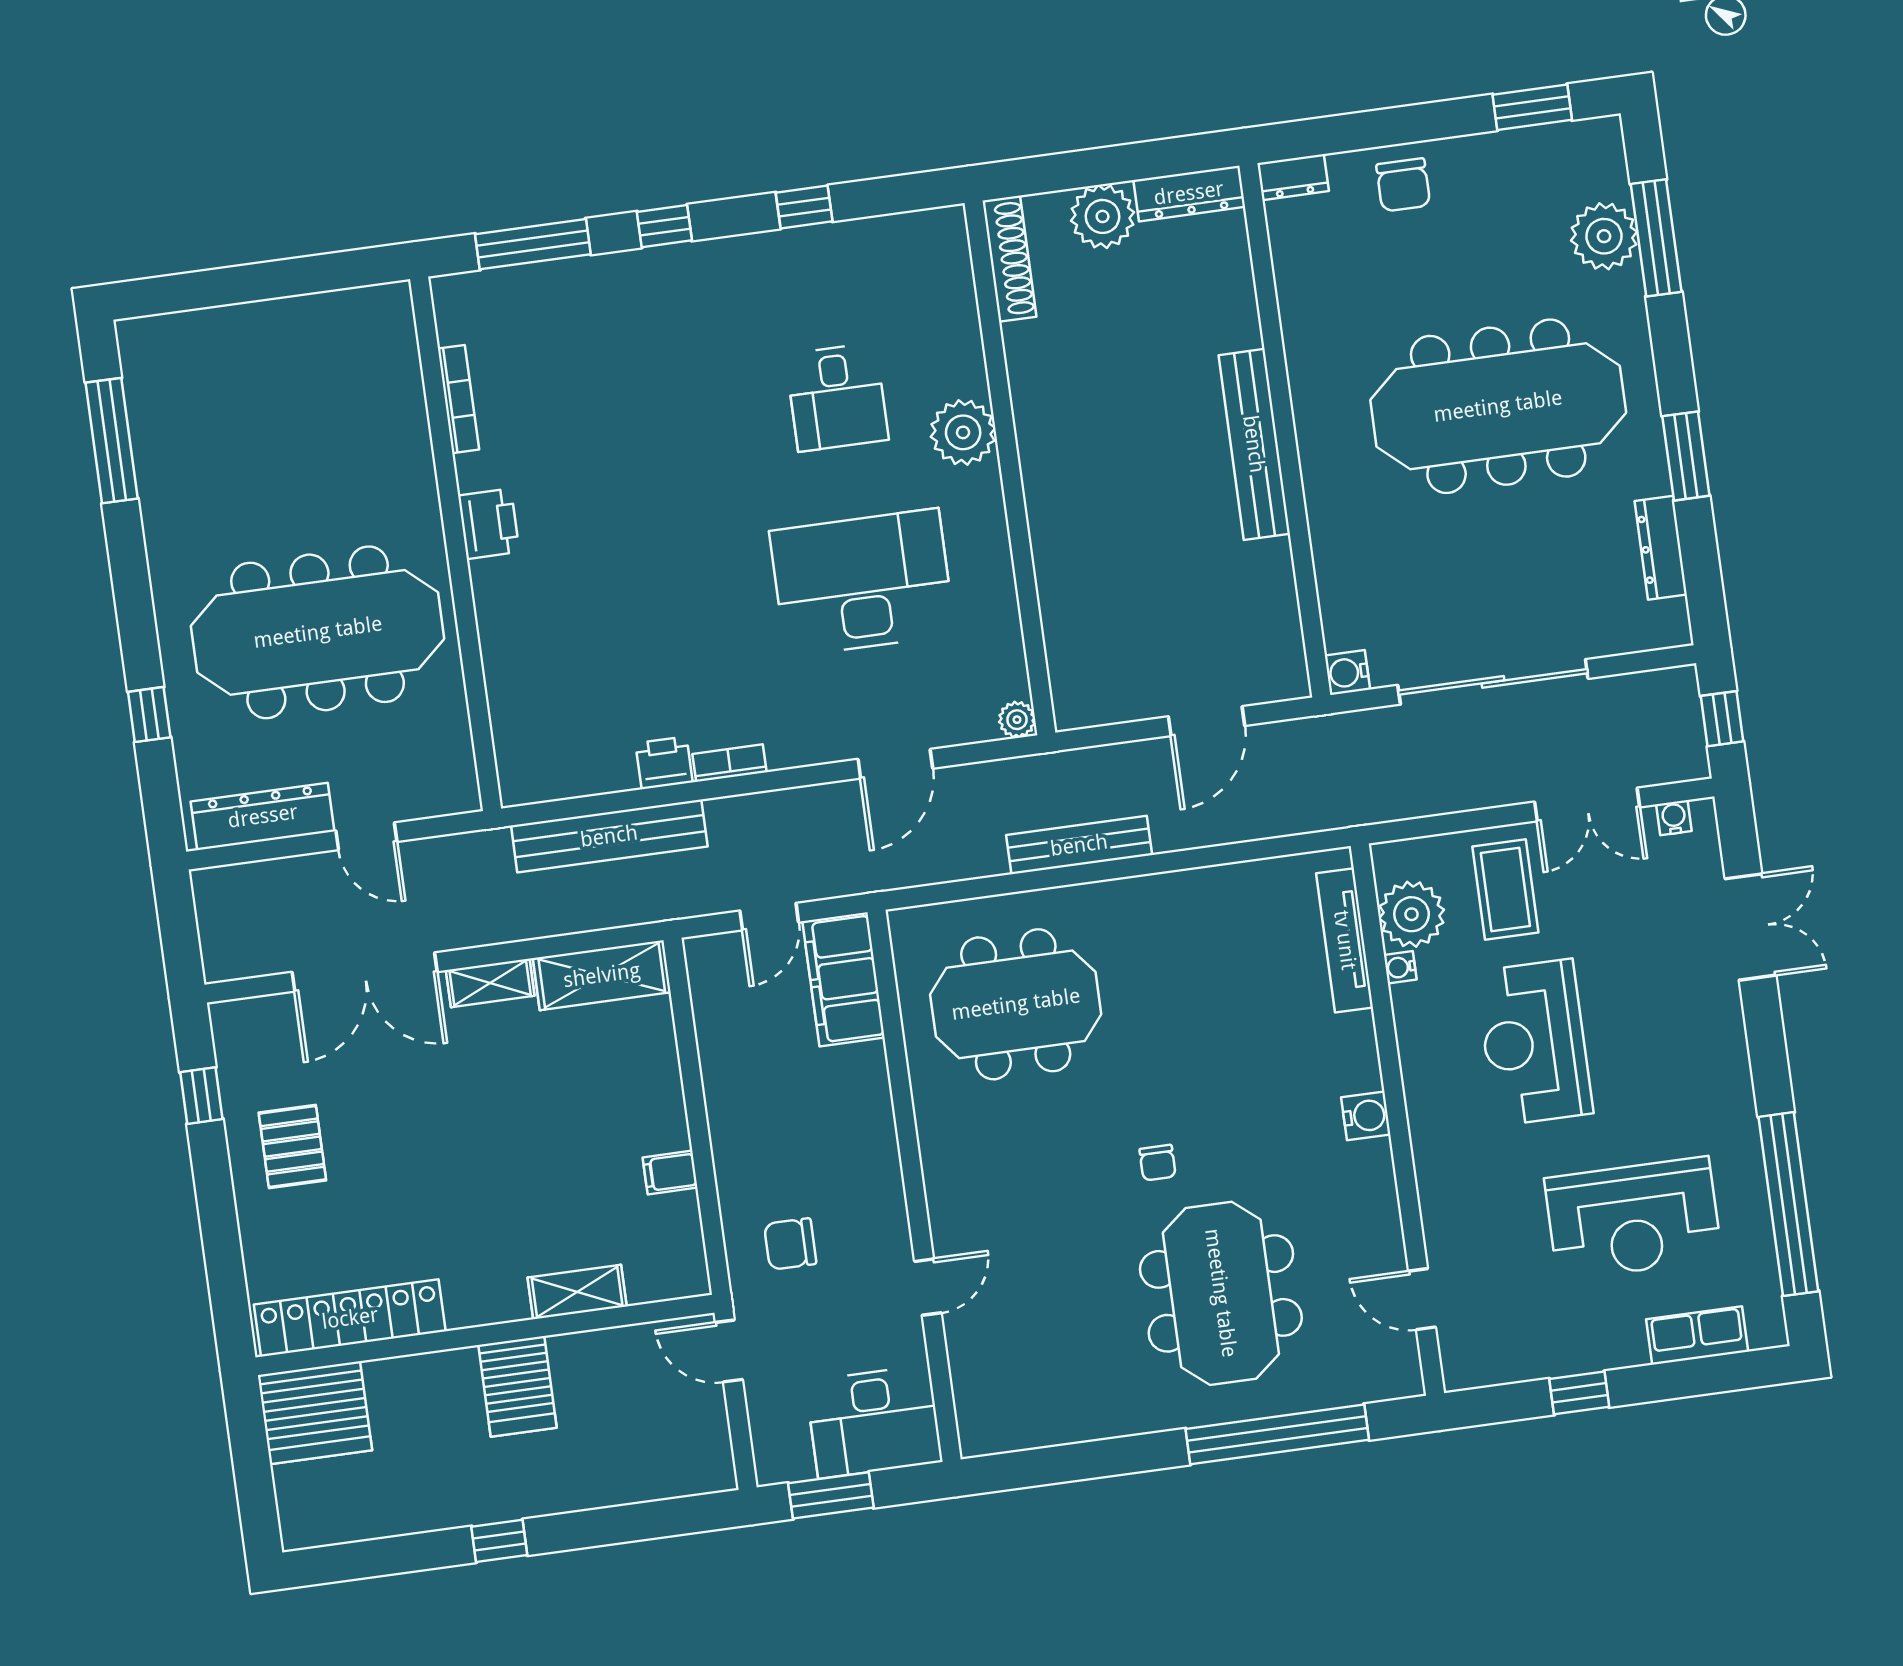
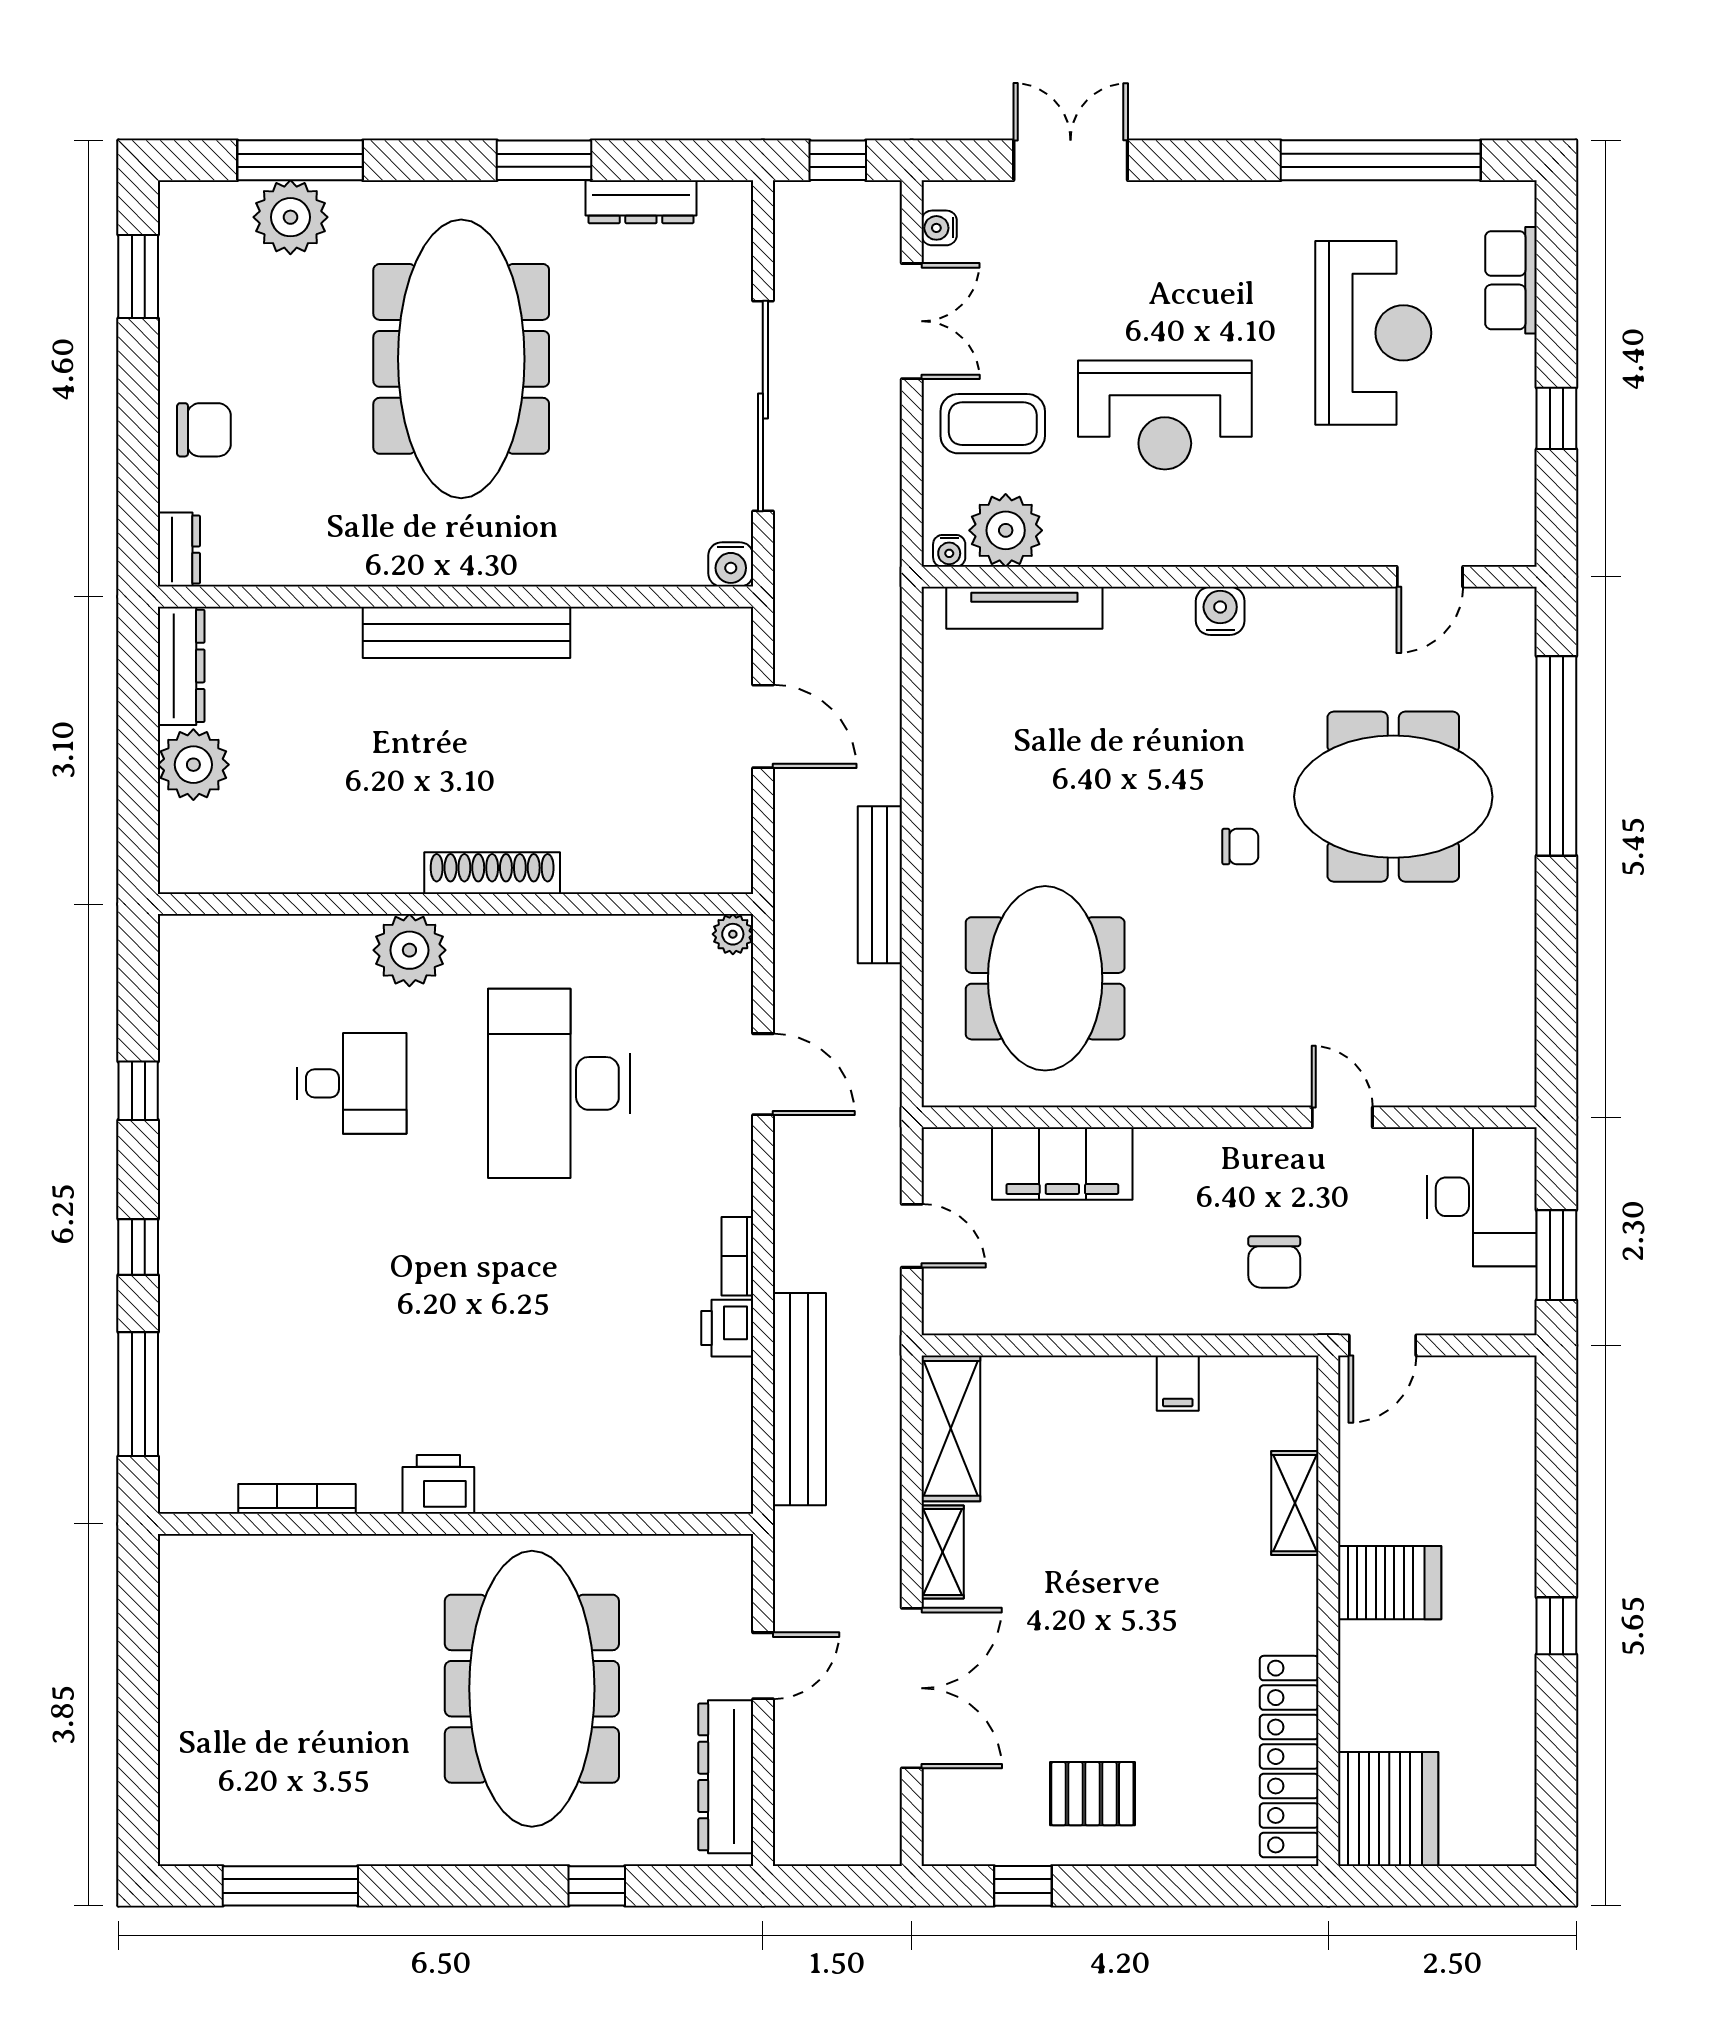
shoe rack: (1009, 259) -> (492, 873), moved
water cooler: (1400, 967) -> (949, 551), moved
filing cabinet: (844, 979) -> (1062, 1164), moved

